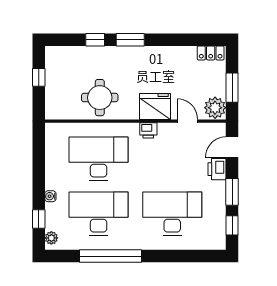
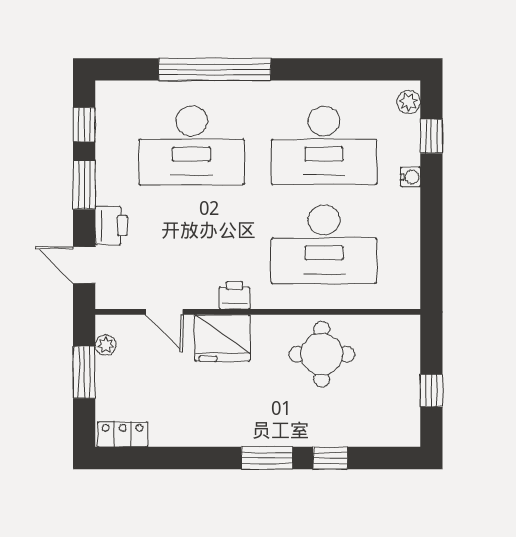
plant: (215, 108) -> (106, 345), width x0.53, depth x0.53
door: (232, 147) -> (84, 265), swing flipped
window: (110, 256) -> (215, 69), moved

